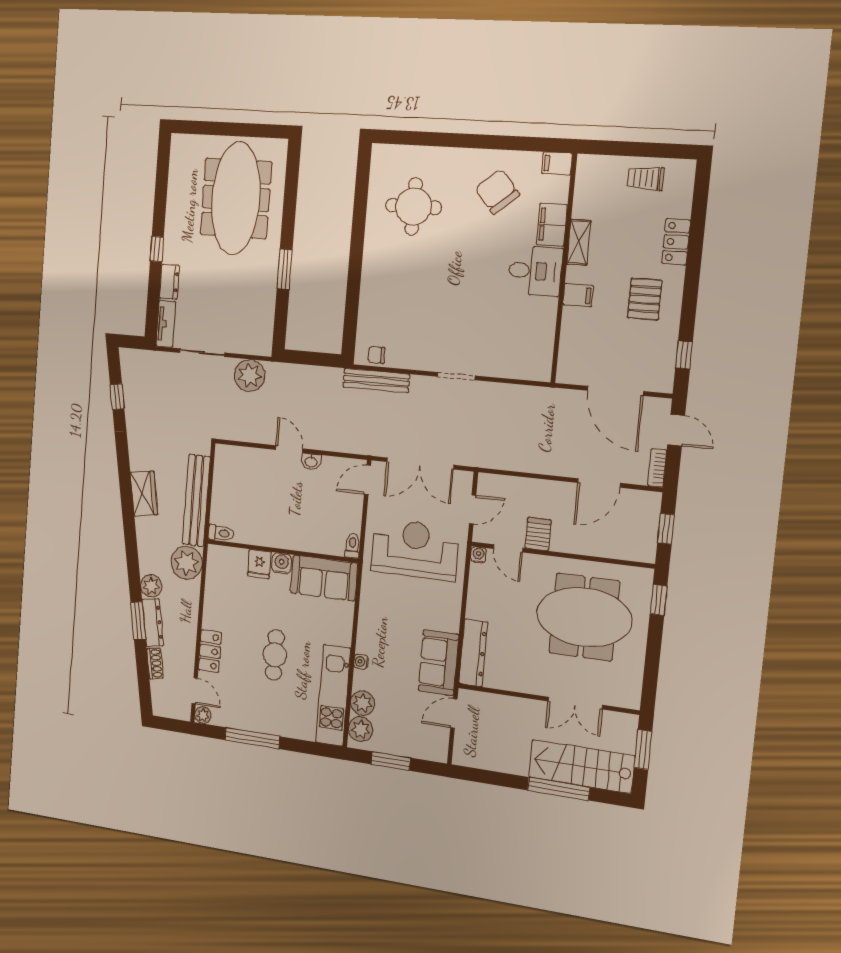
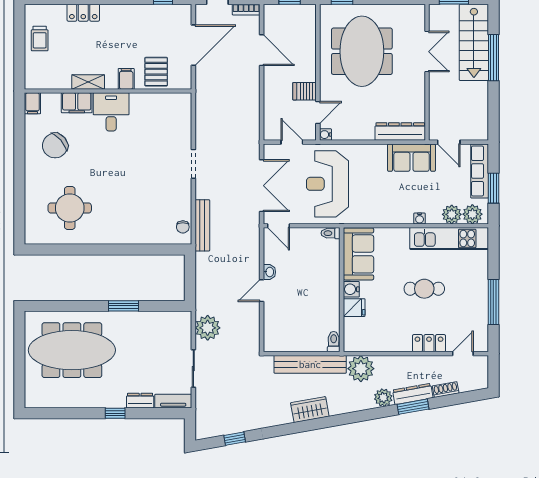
pallet: (645, 299) -> (156, 72), moved, turned 90
plant: (203, 715) -> (481, 345), removed
row of seats: (414, 747) -> (480, 171), added

